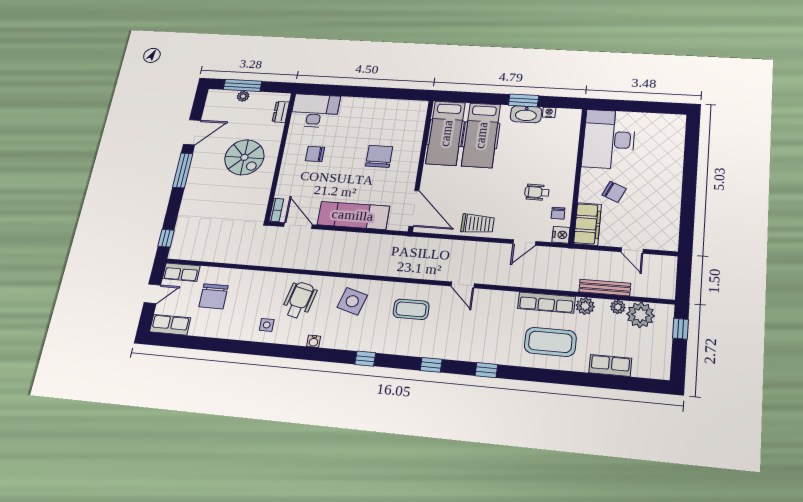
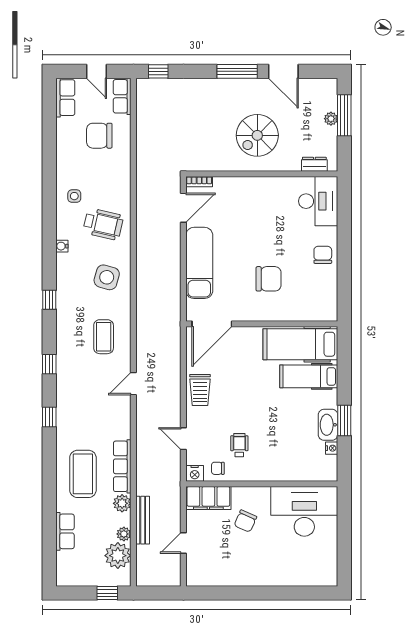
hospital bed: (481, 135) -> (309, 376), width x0.73, depth x0.78
chair: (315, 154) -> (323, 255), moved

